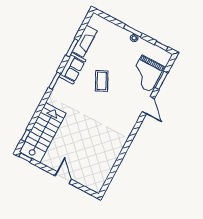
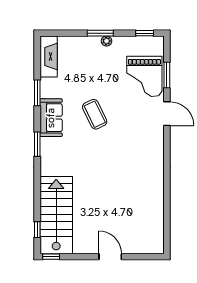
fireplace: (85, 41) -> (49, 57), moved

